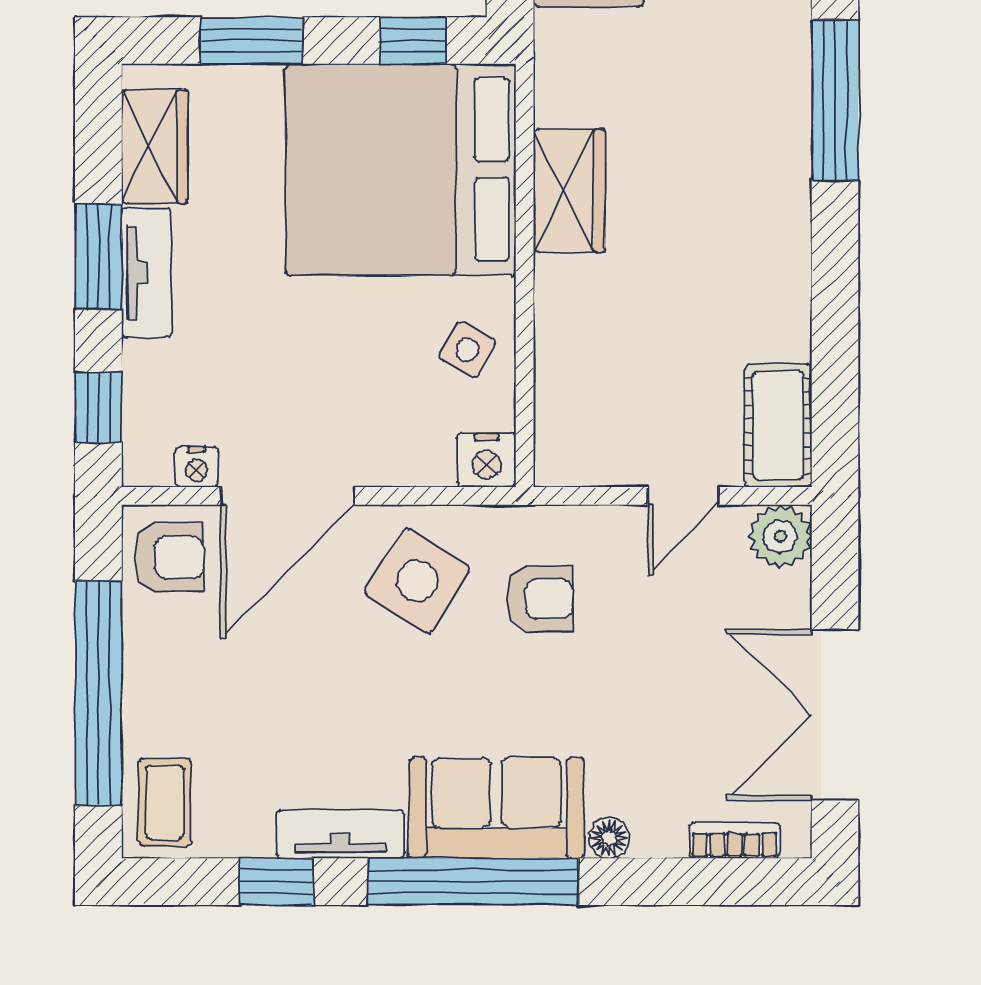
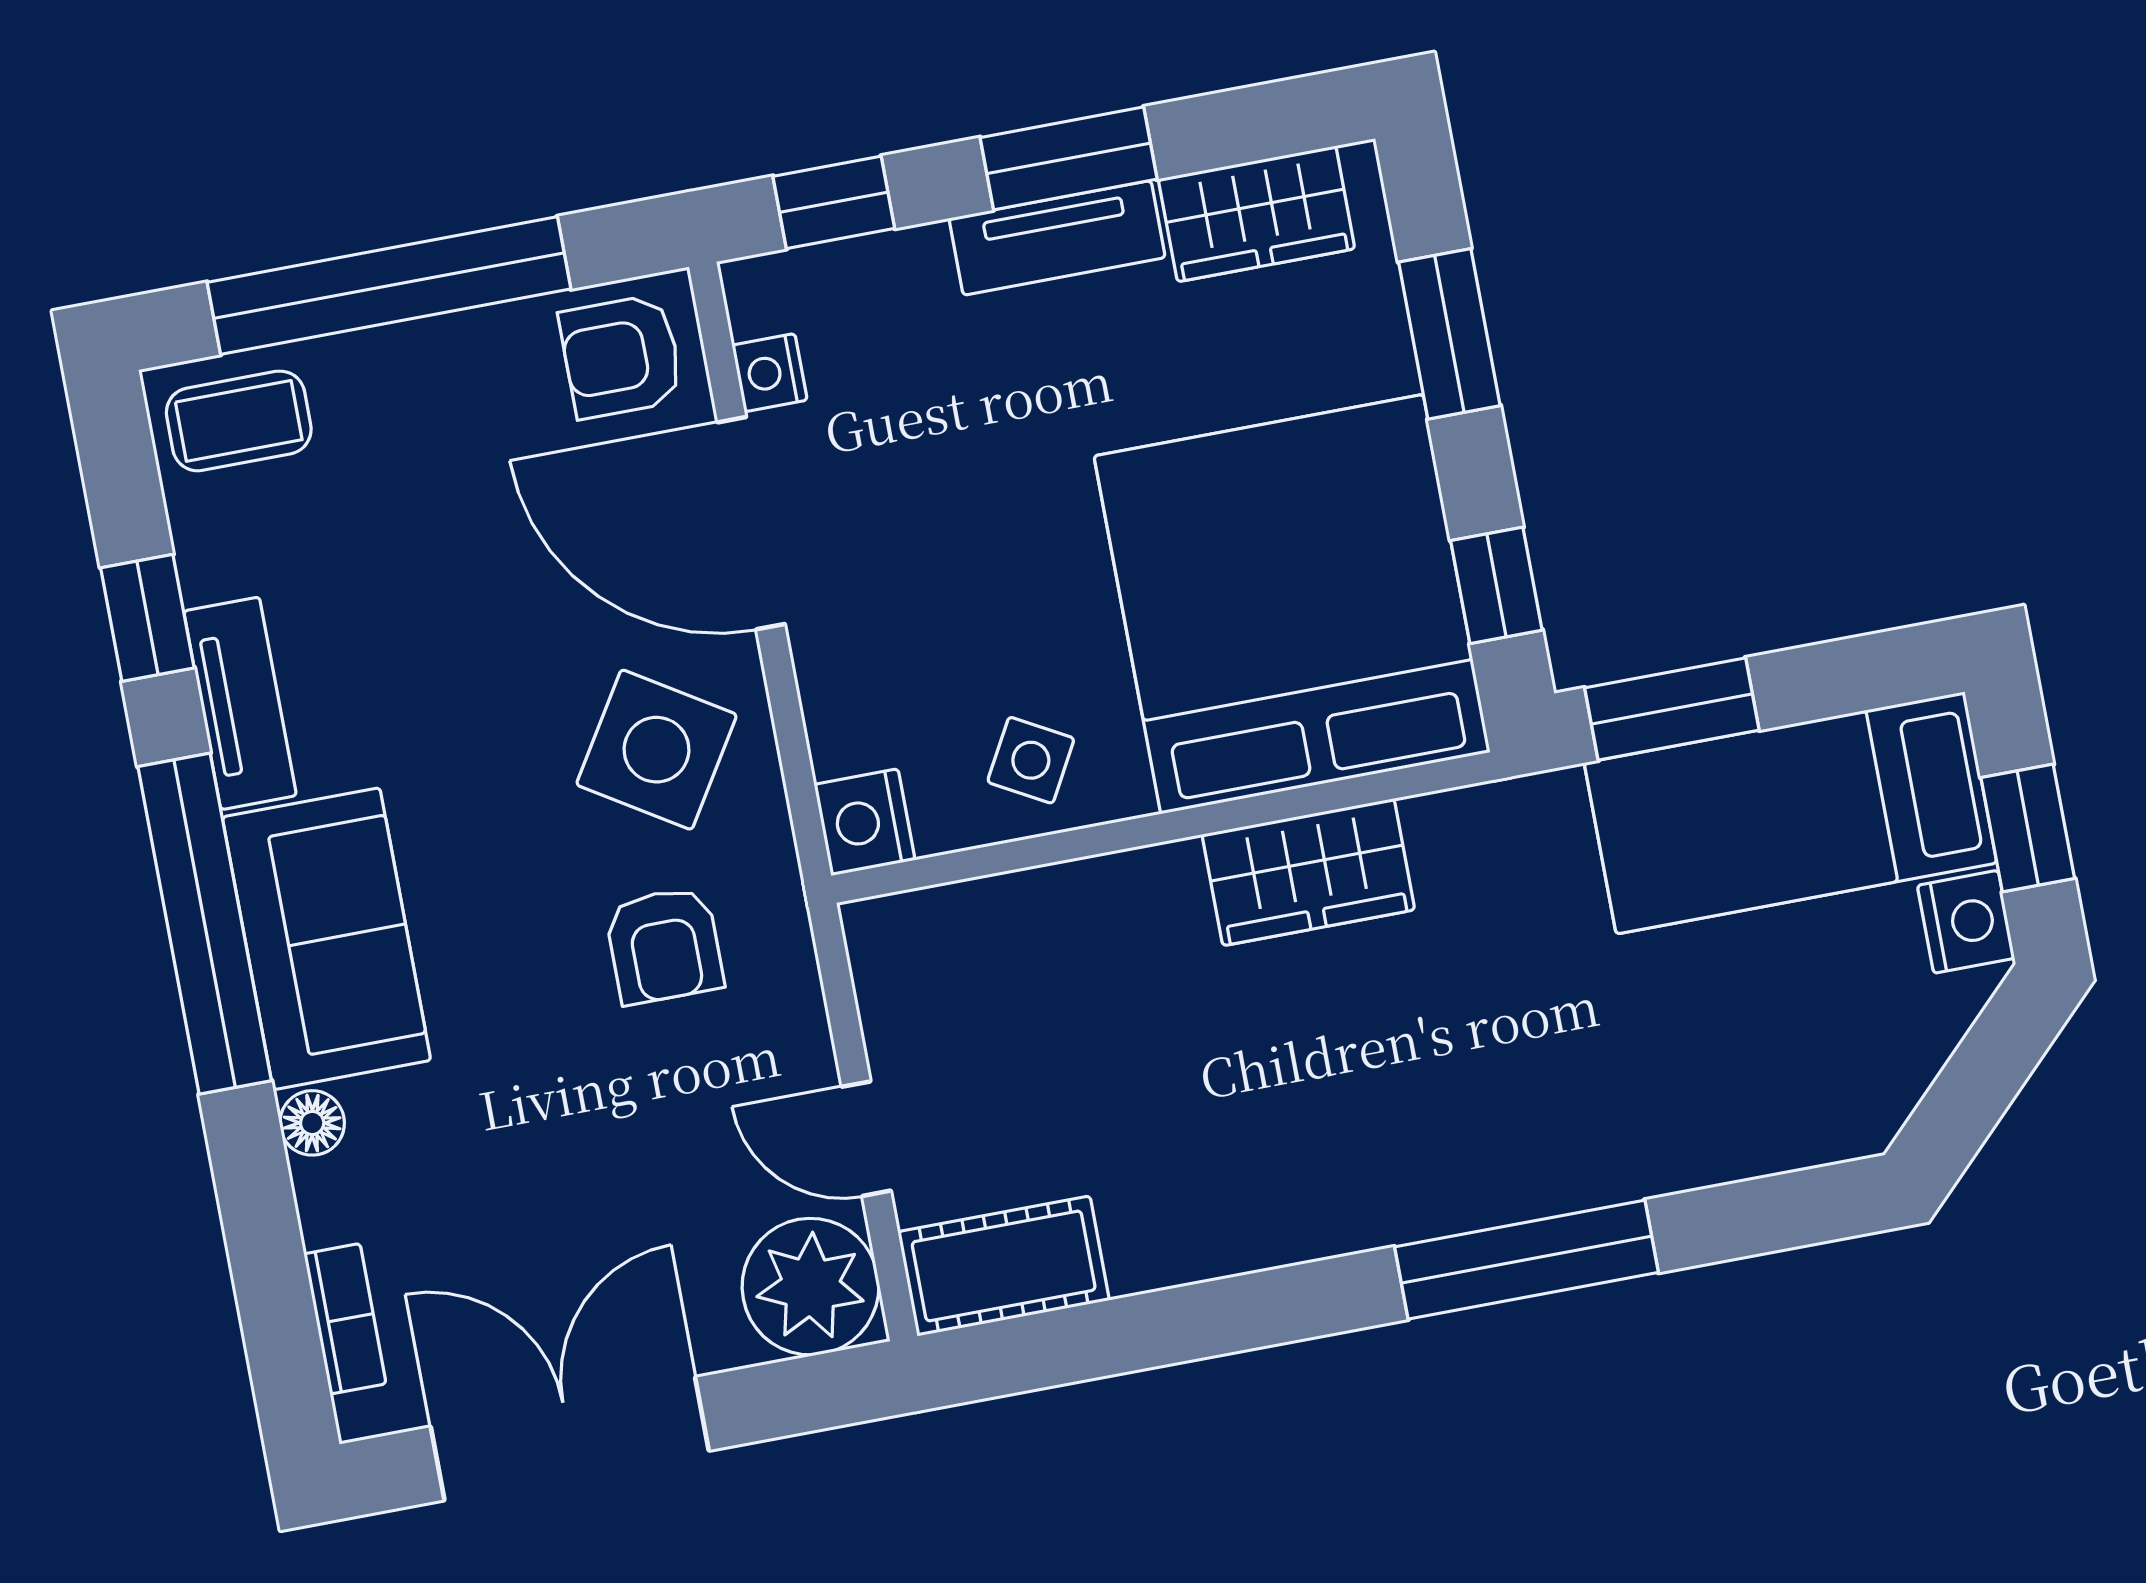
plant: (780, 536) -> (810, 1287), width x1.36, depth x1.36
armchair: (169, 557) -> (621, 356), turned 90

